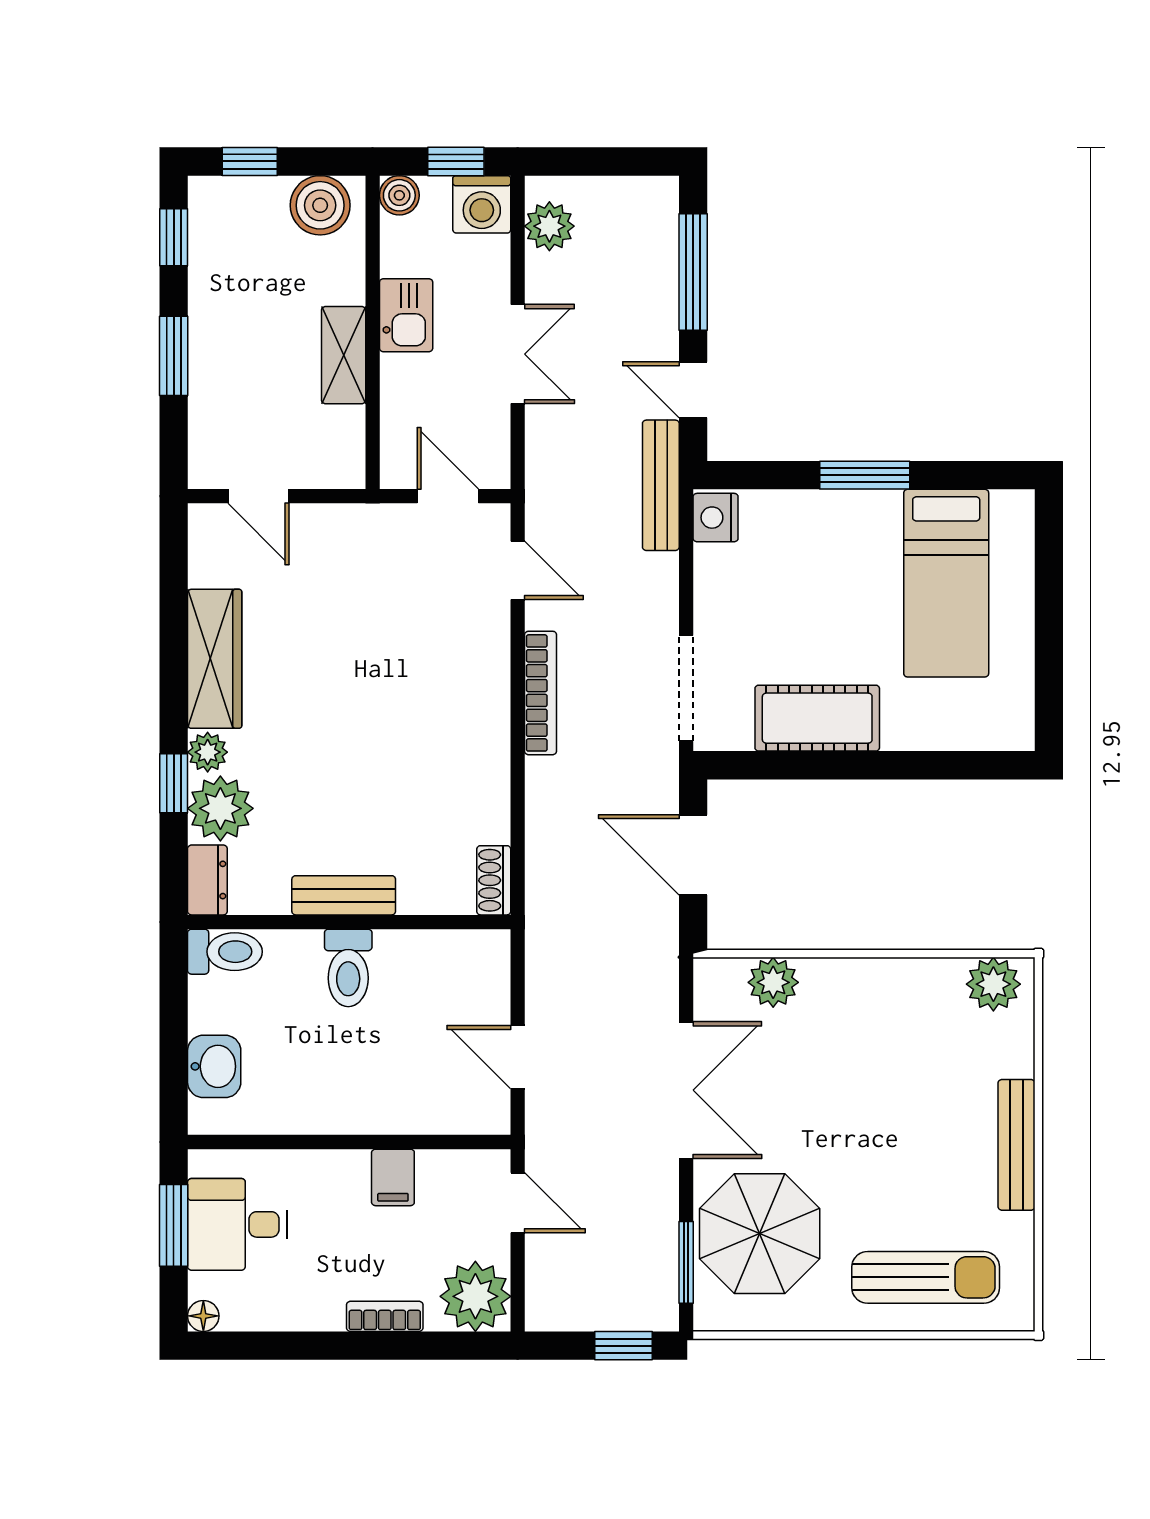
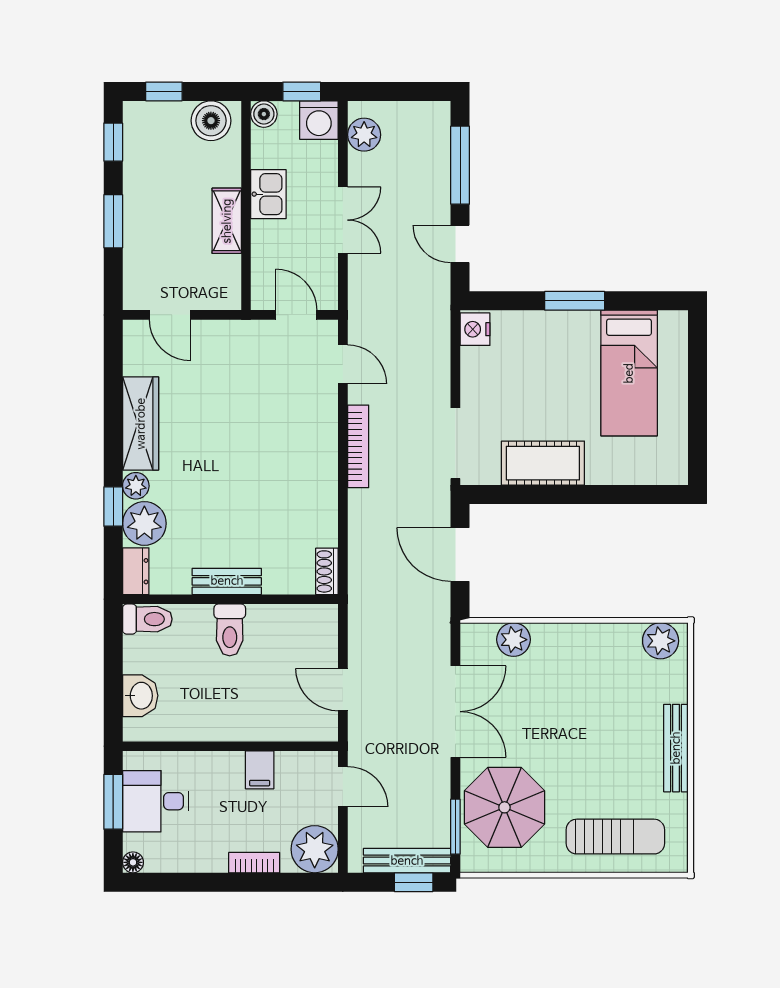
bench: (661, 485) -> (407, 861), moved, turned 90

